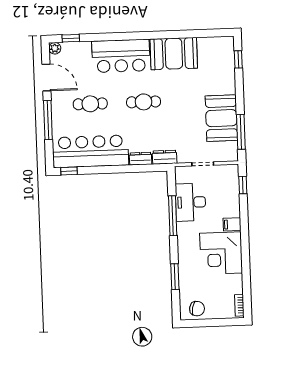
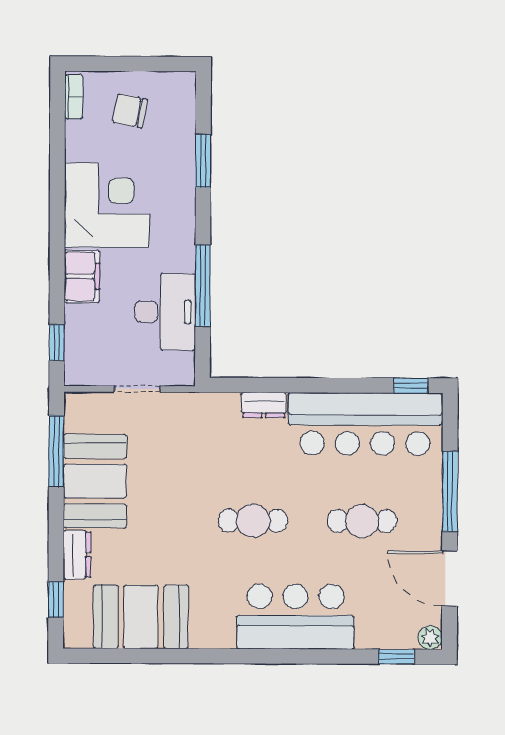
booth: (174, 54) -> (141, 617), moved
dresser: (165, 157) -> (77, 555), moved, turned -90
filing cabinet: (232, 224) -> (82, 276), width x2.00
chair: (197, 309) -> (130, 111), moved

